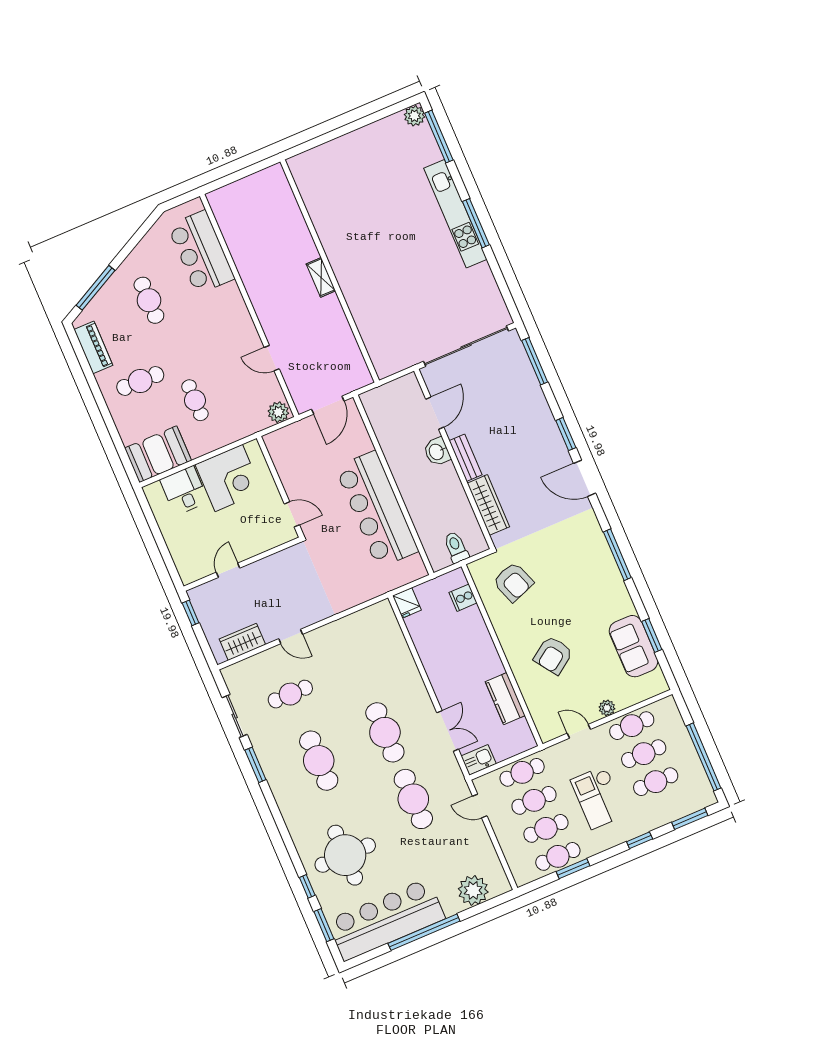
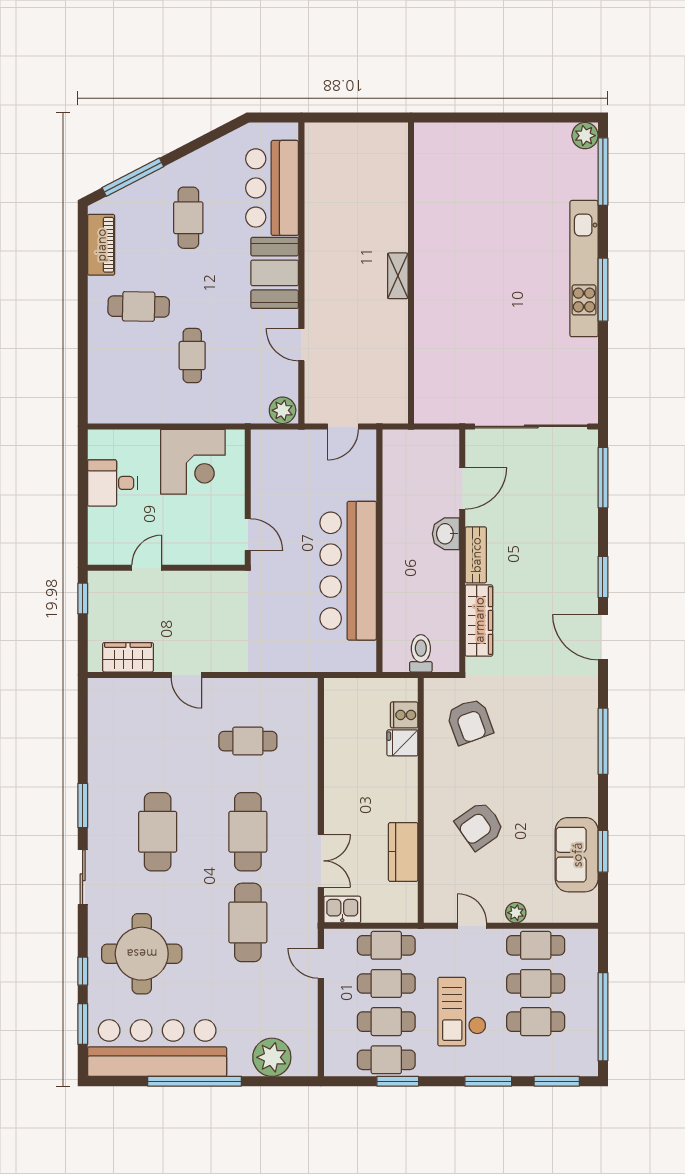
door: (328, 405) -> (343, 426), width x0.73
booth: (158, 454) -> (275, 273), moved, turned 90
desk: (184, 491) -> (113, 483), moved, turned -90
fridge: (407, 603) -> (402, 743), moved, turned 90
cafe table: (290, 694) -> (248, 741), moved
sliding door: (235, 716) -> (83, 877), moved
window: (640, 840) -> (488, 1081), width x1.50

